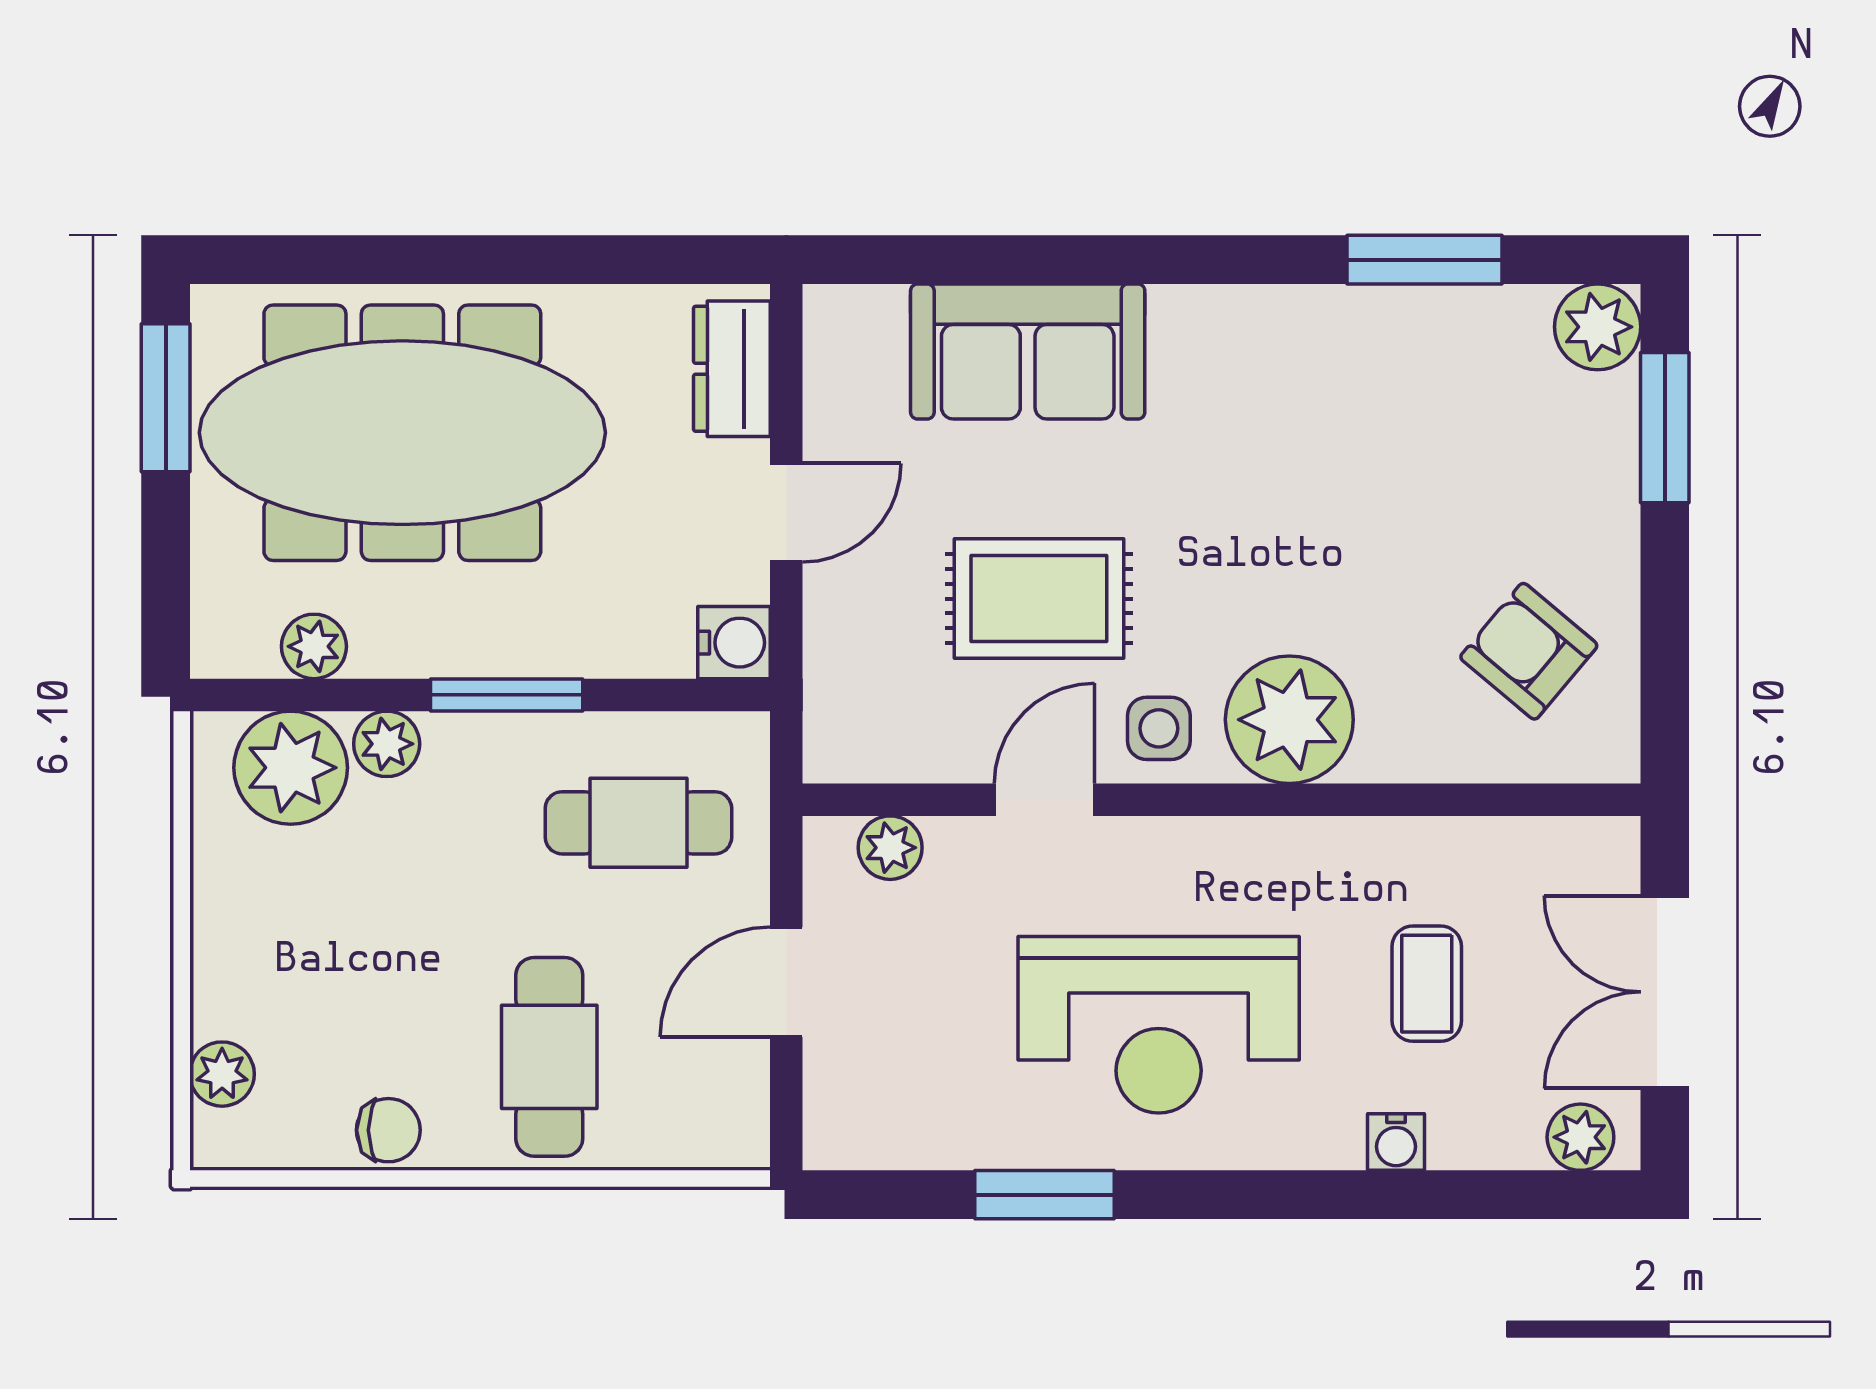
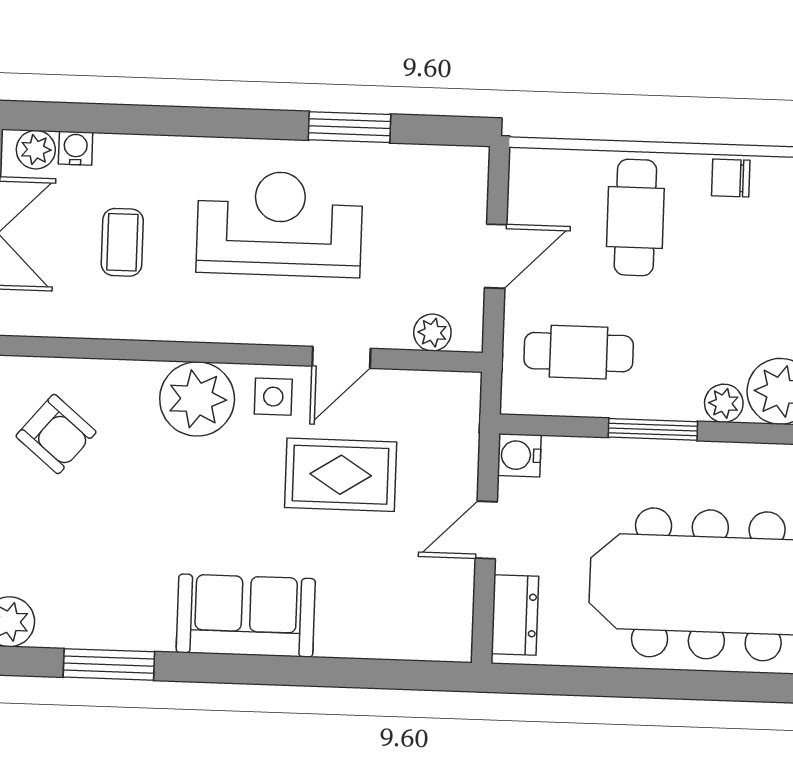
sofa: (1028, 351) -> (246, 616), moved
plant: (314, 646) -> (764, 462), removed
water cooler: (1396, 1142) -> (76, 148), moved

